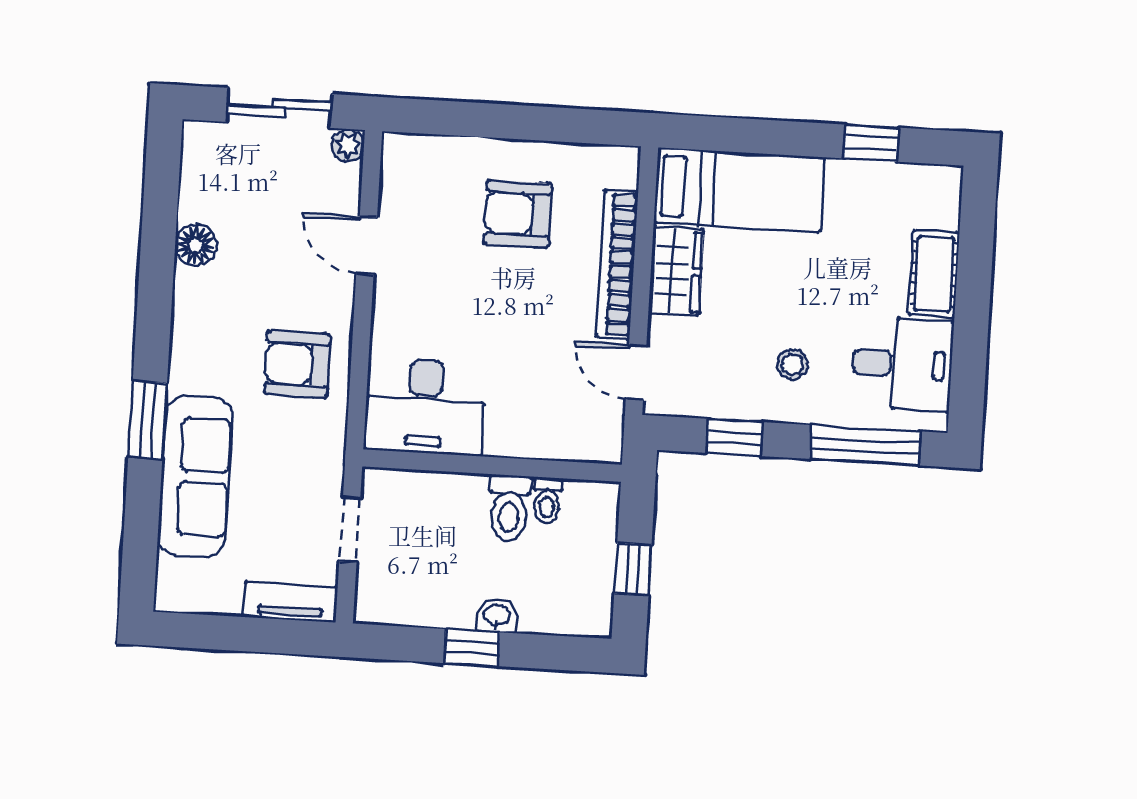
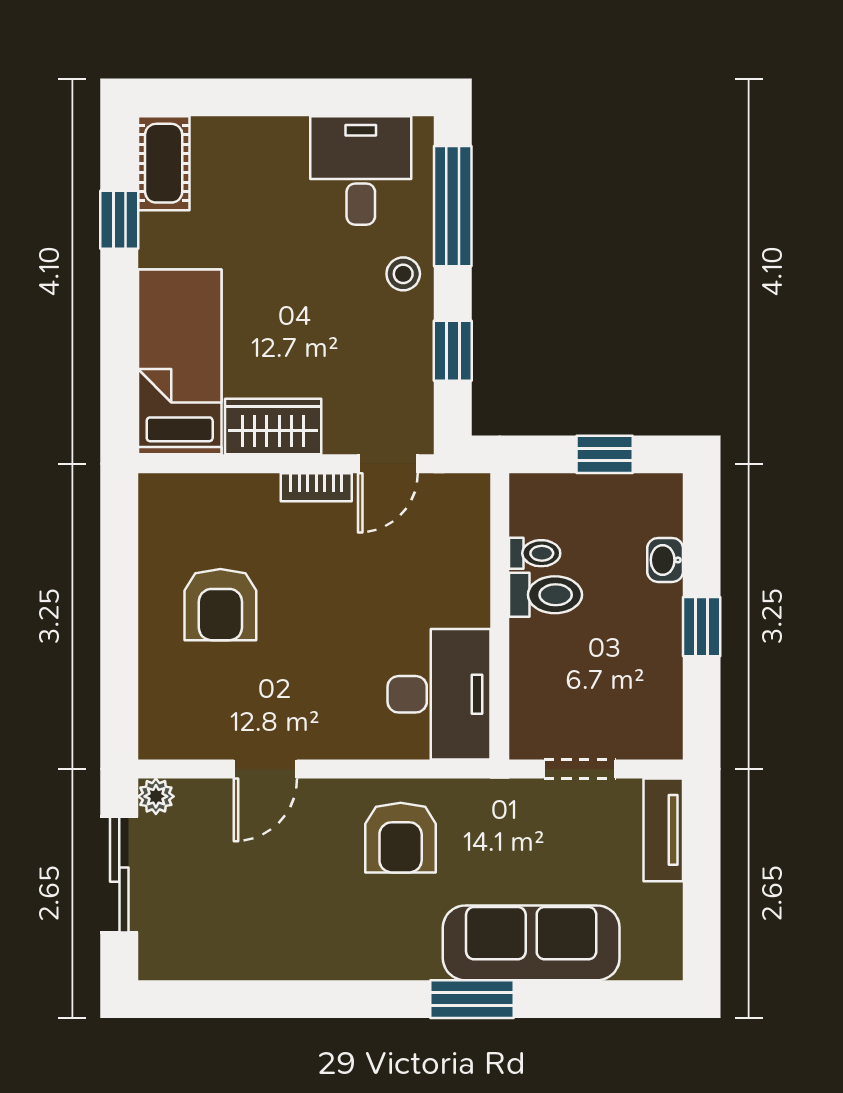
floor lamp: (196, 245) -> (276, 958), removed
bookcase: (617, 265) -> (316, 487), width x0.43, depth x0.76
cot: (934, 274) -> (164, 163), moved, turned 90
stool: (793, 364) -> (403, 274), moved
washbasin: (497, 616) -> (665, 560), moved

